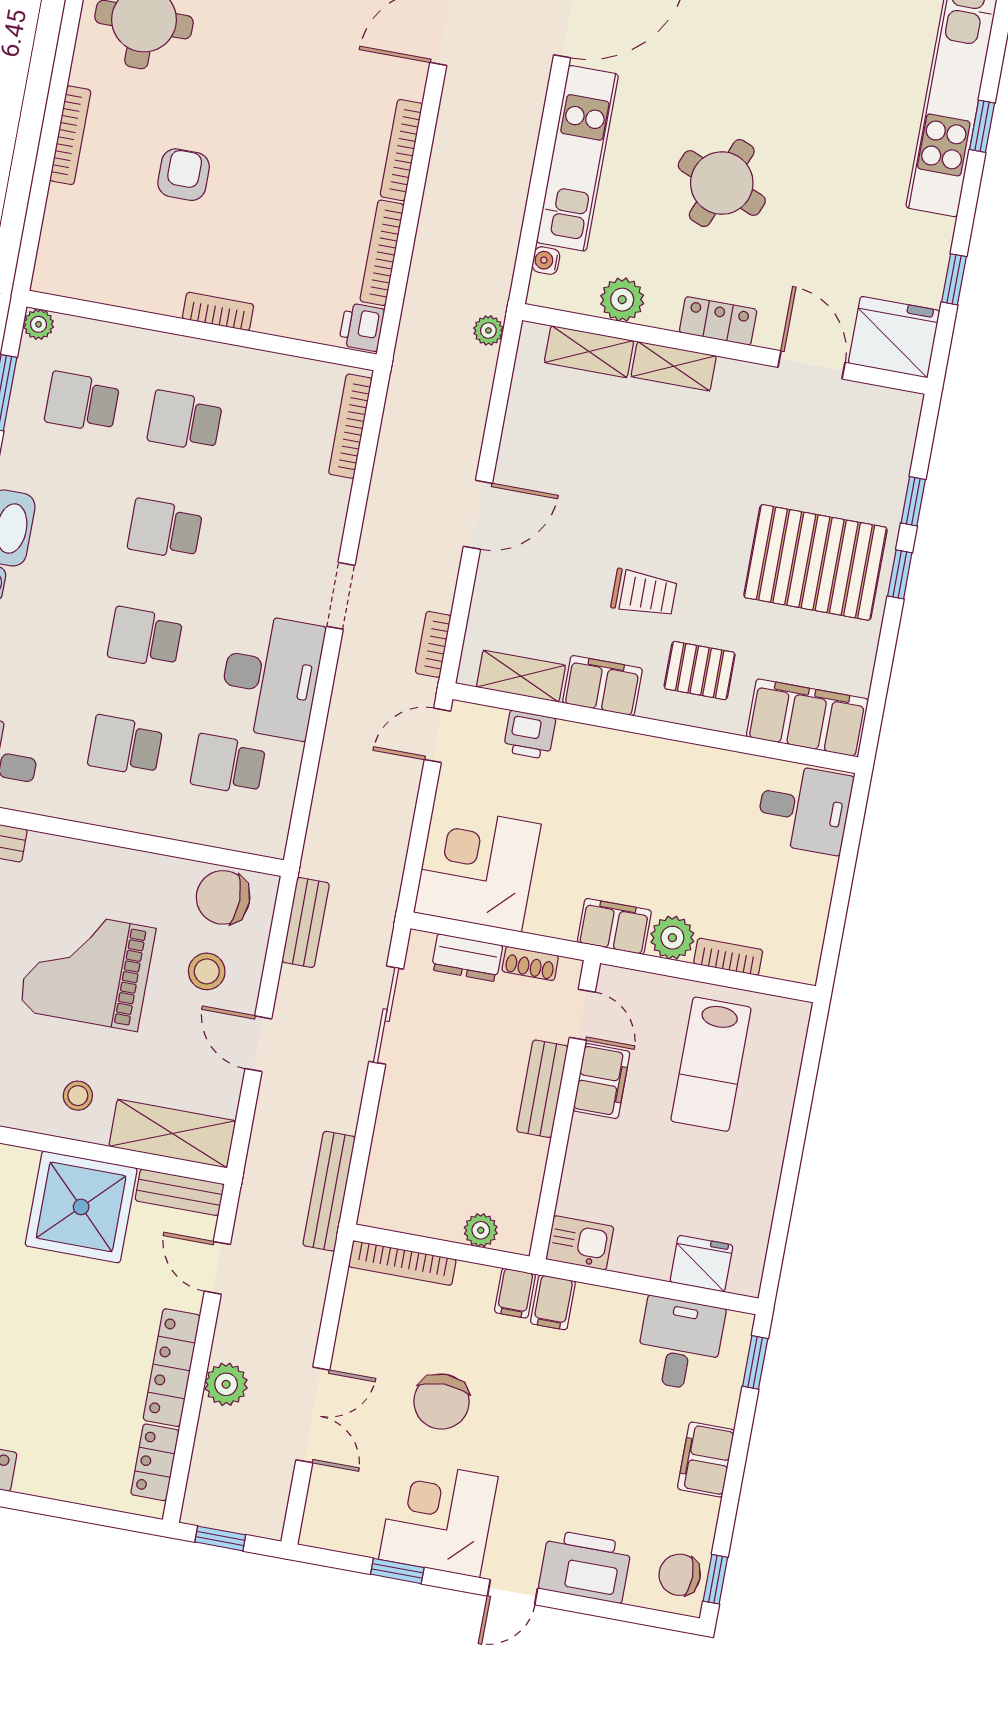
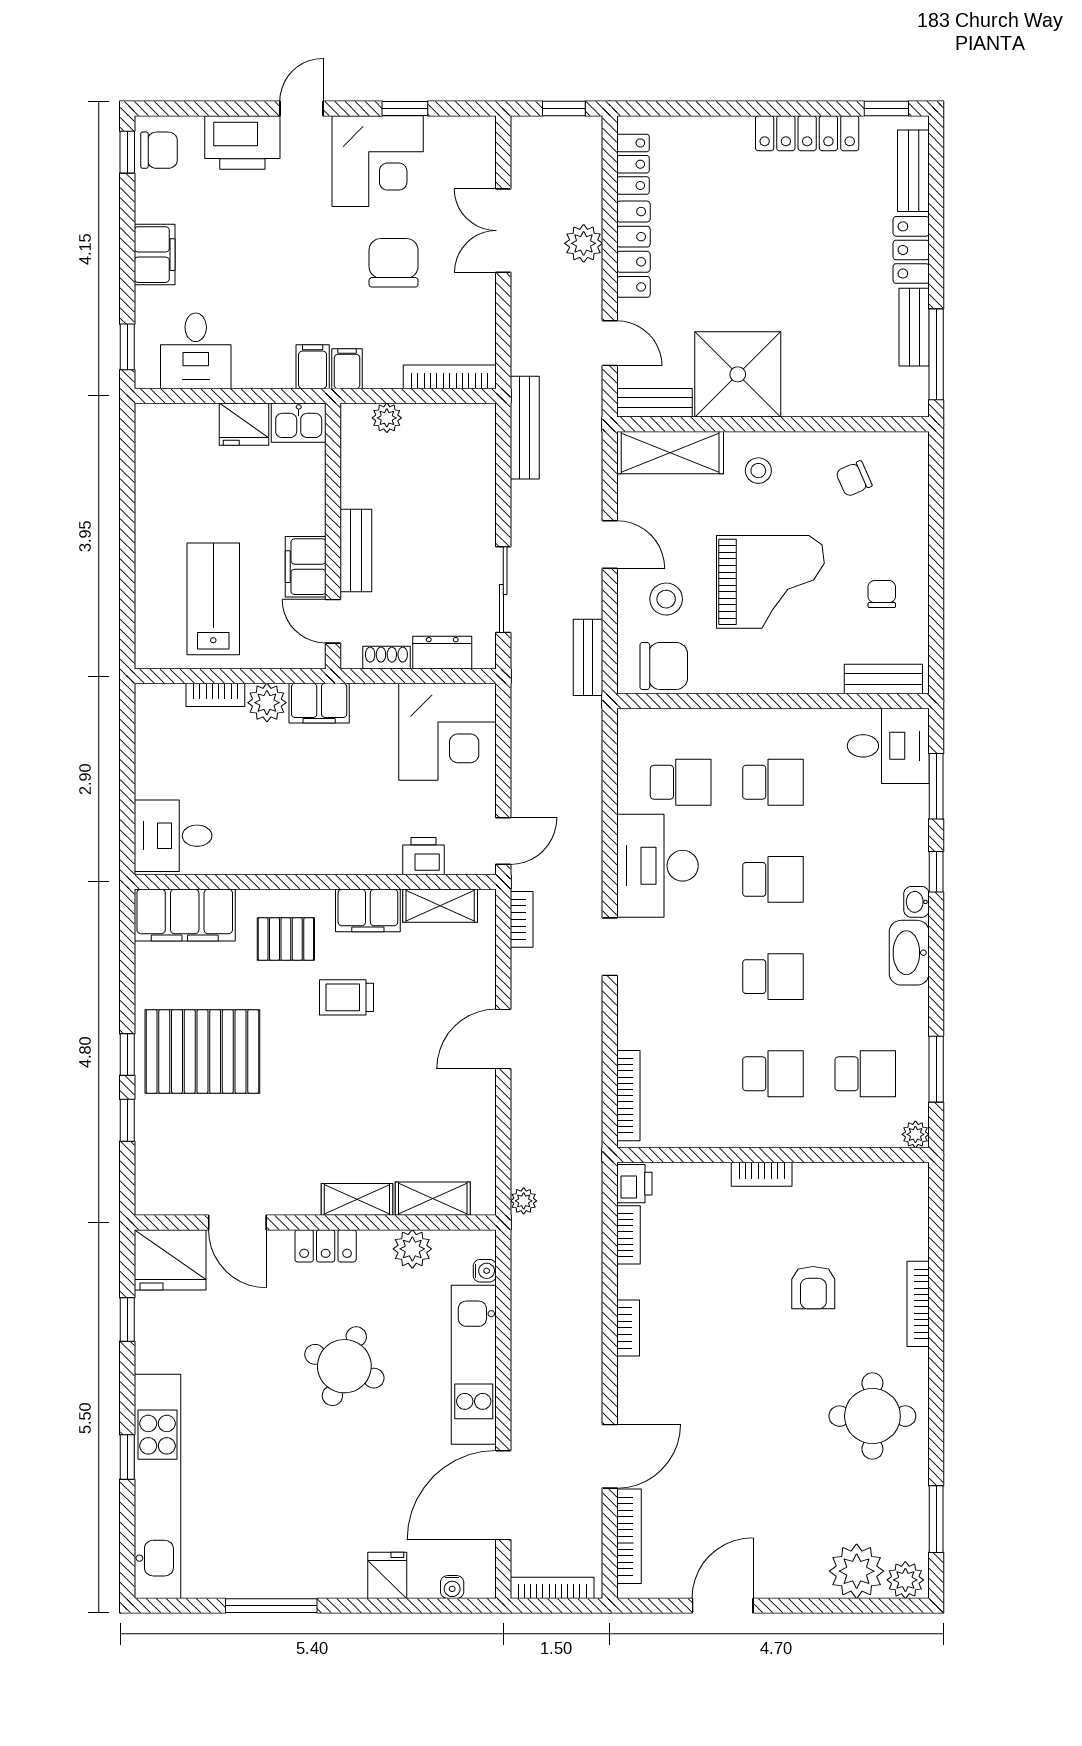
bookcase: (401, 150) -> (628, 1328), width x0.64
bookcase: (382, 253) -> (629, 1235), width x0.64
fridge: (701, 1264) -> (244, 424), moved

